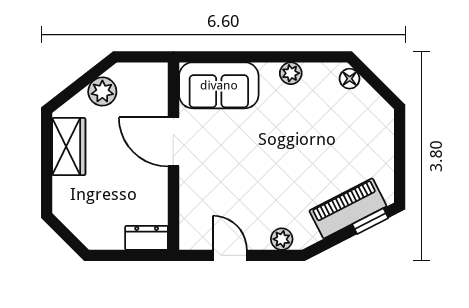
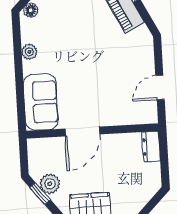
window: (89, 77) -> (40, 194), added
plant: (282, 239) -> (146, 51), removed

